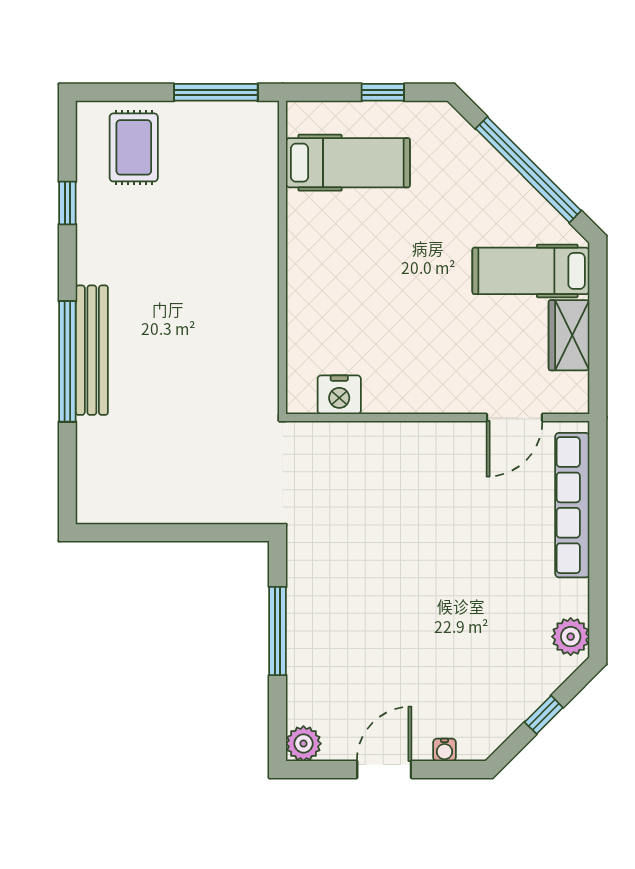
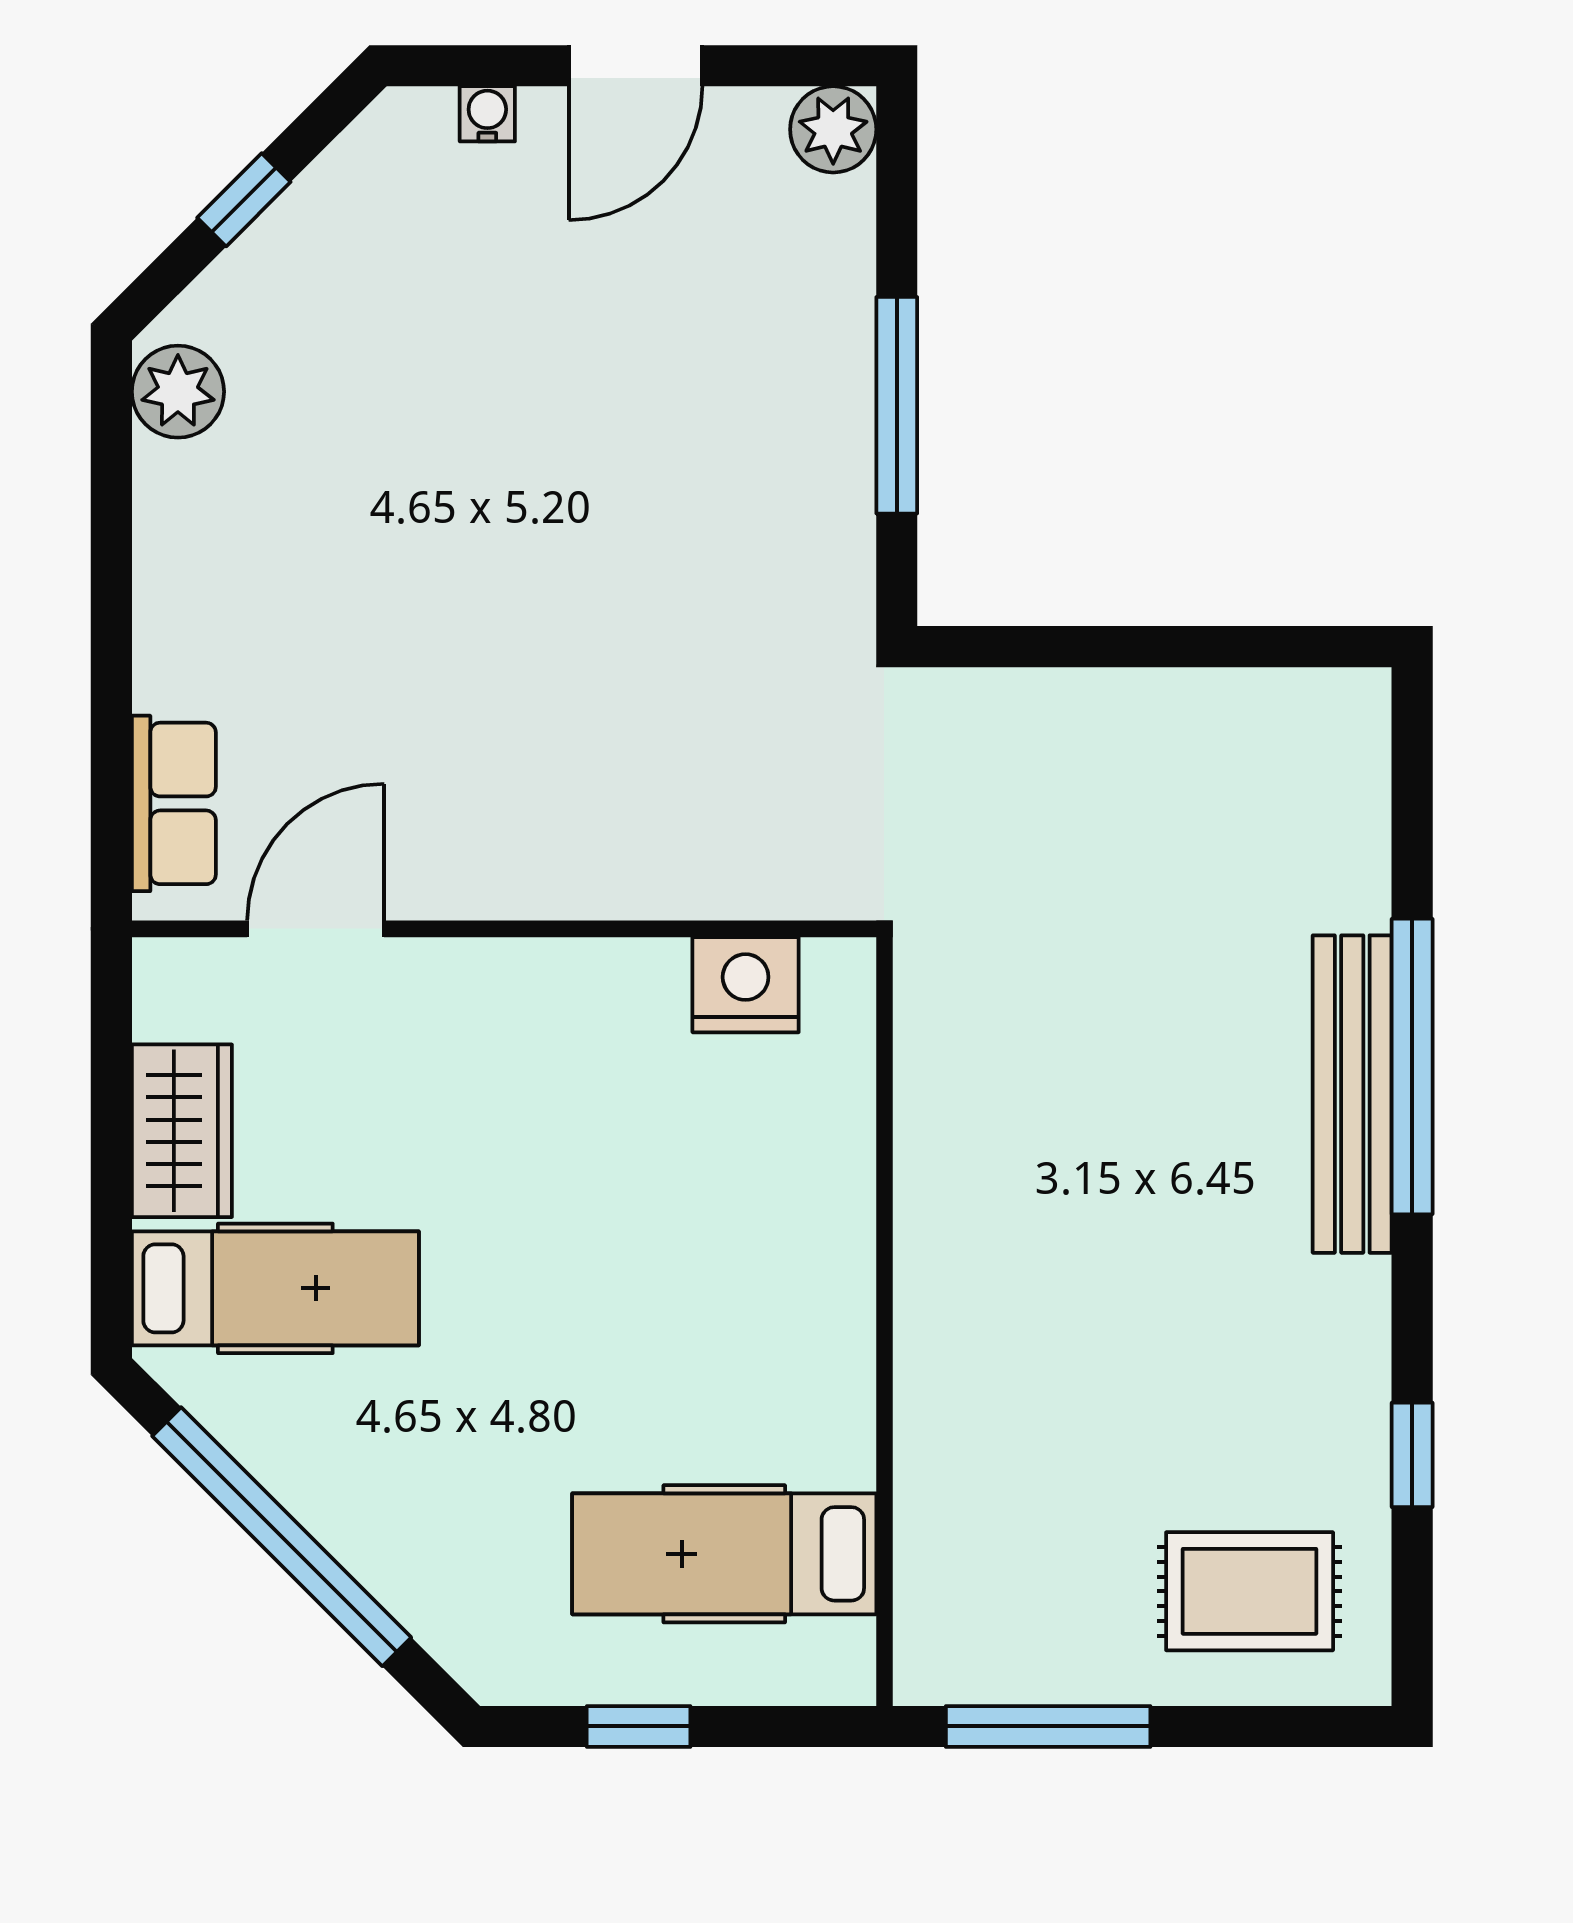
rug: (134, 147) -> (1250, 1591), turned 90
row of seats: (572, 505) -> (174, 803), width x0.50

